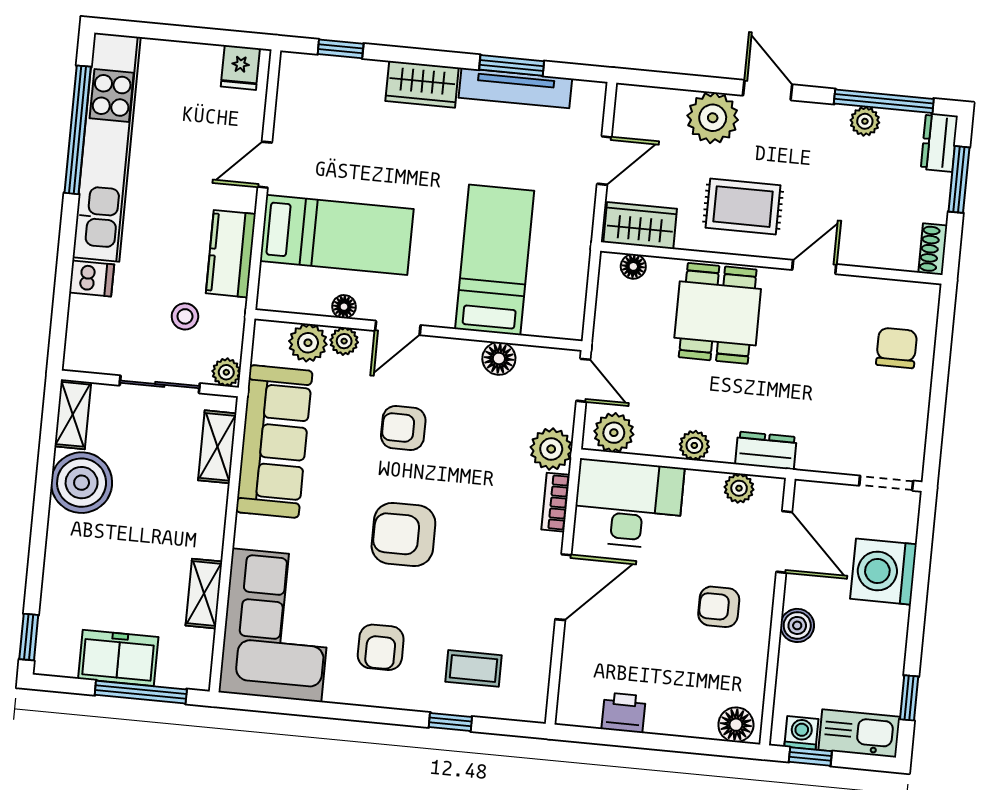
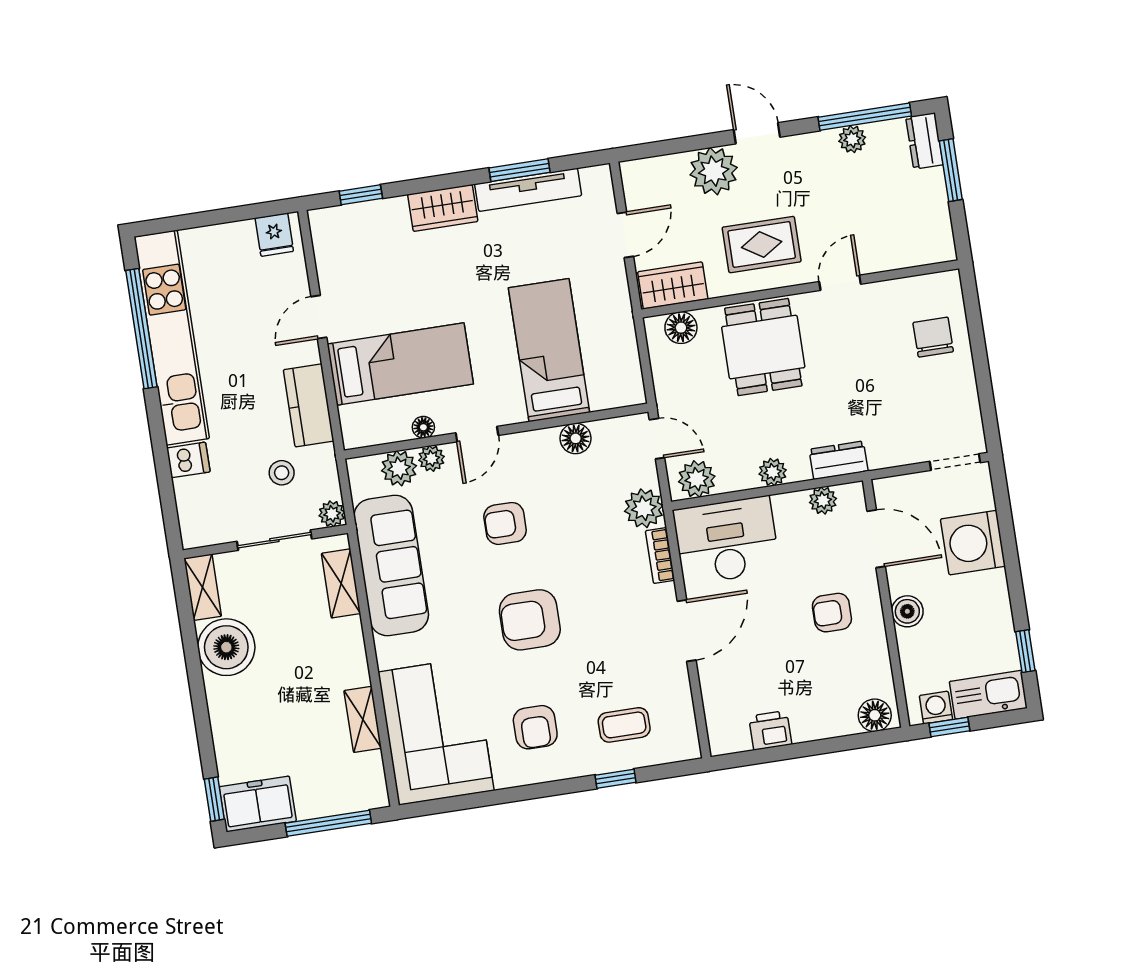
shoe rack: (933, 249) -> (943, 239), removed
floor lamp: (633, 266) -> (681, 328), width x1.37, depth x1.37
freezer: (118, 658) -> (258, 804), moved

